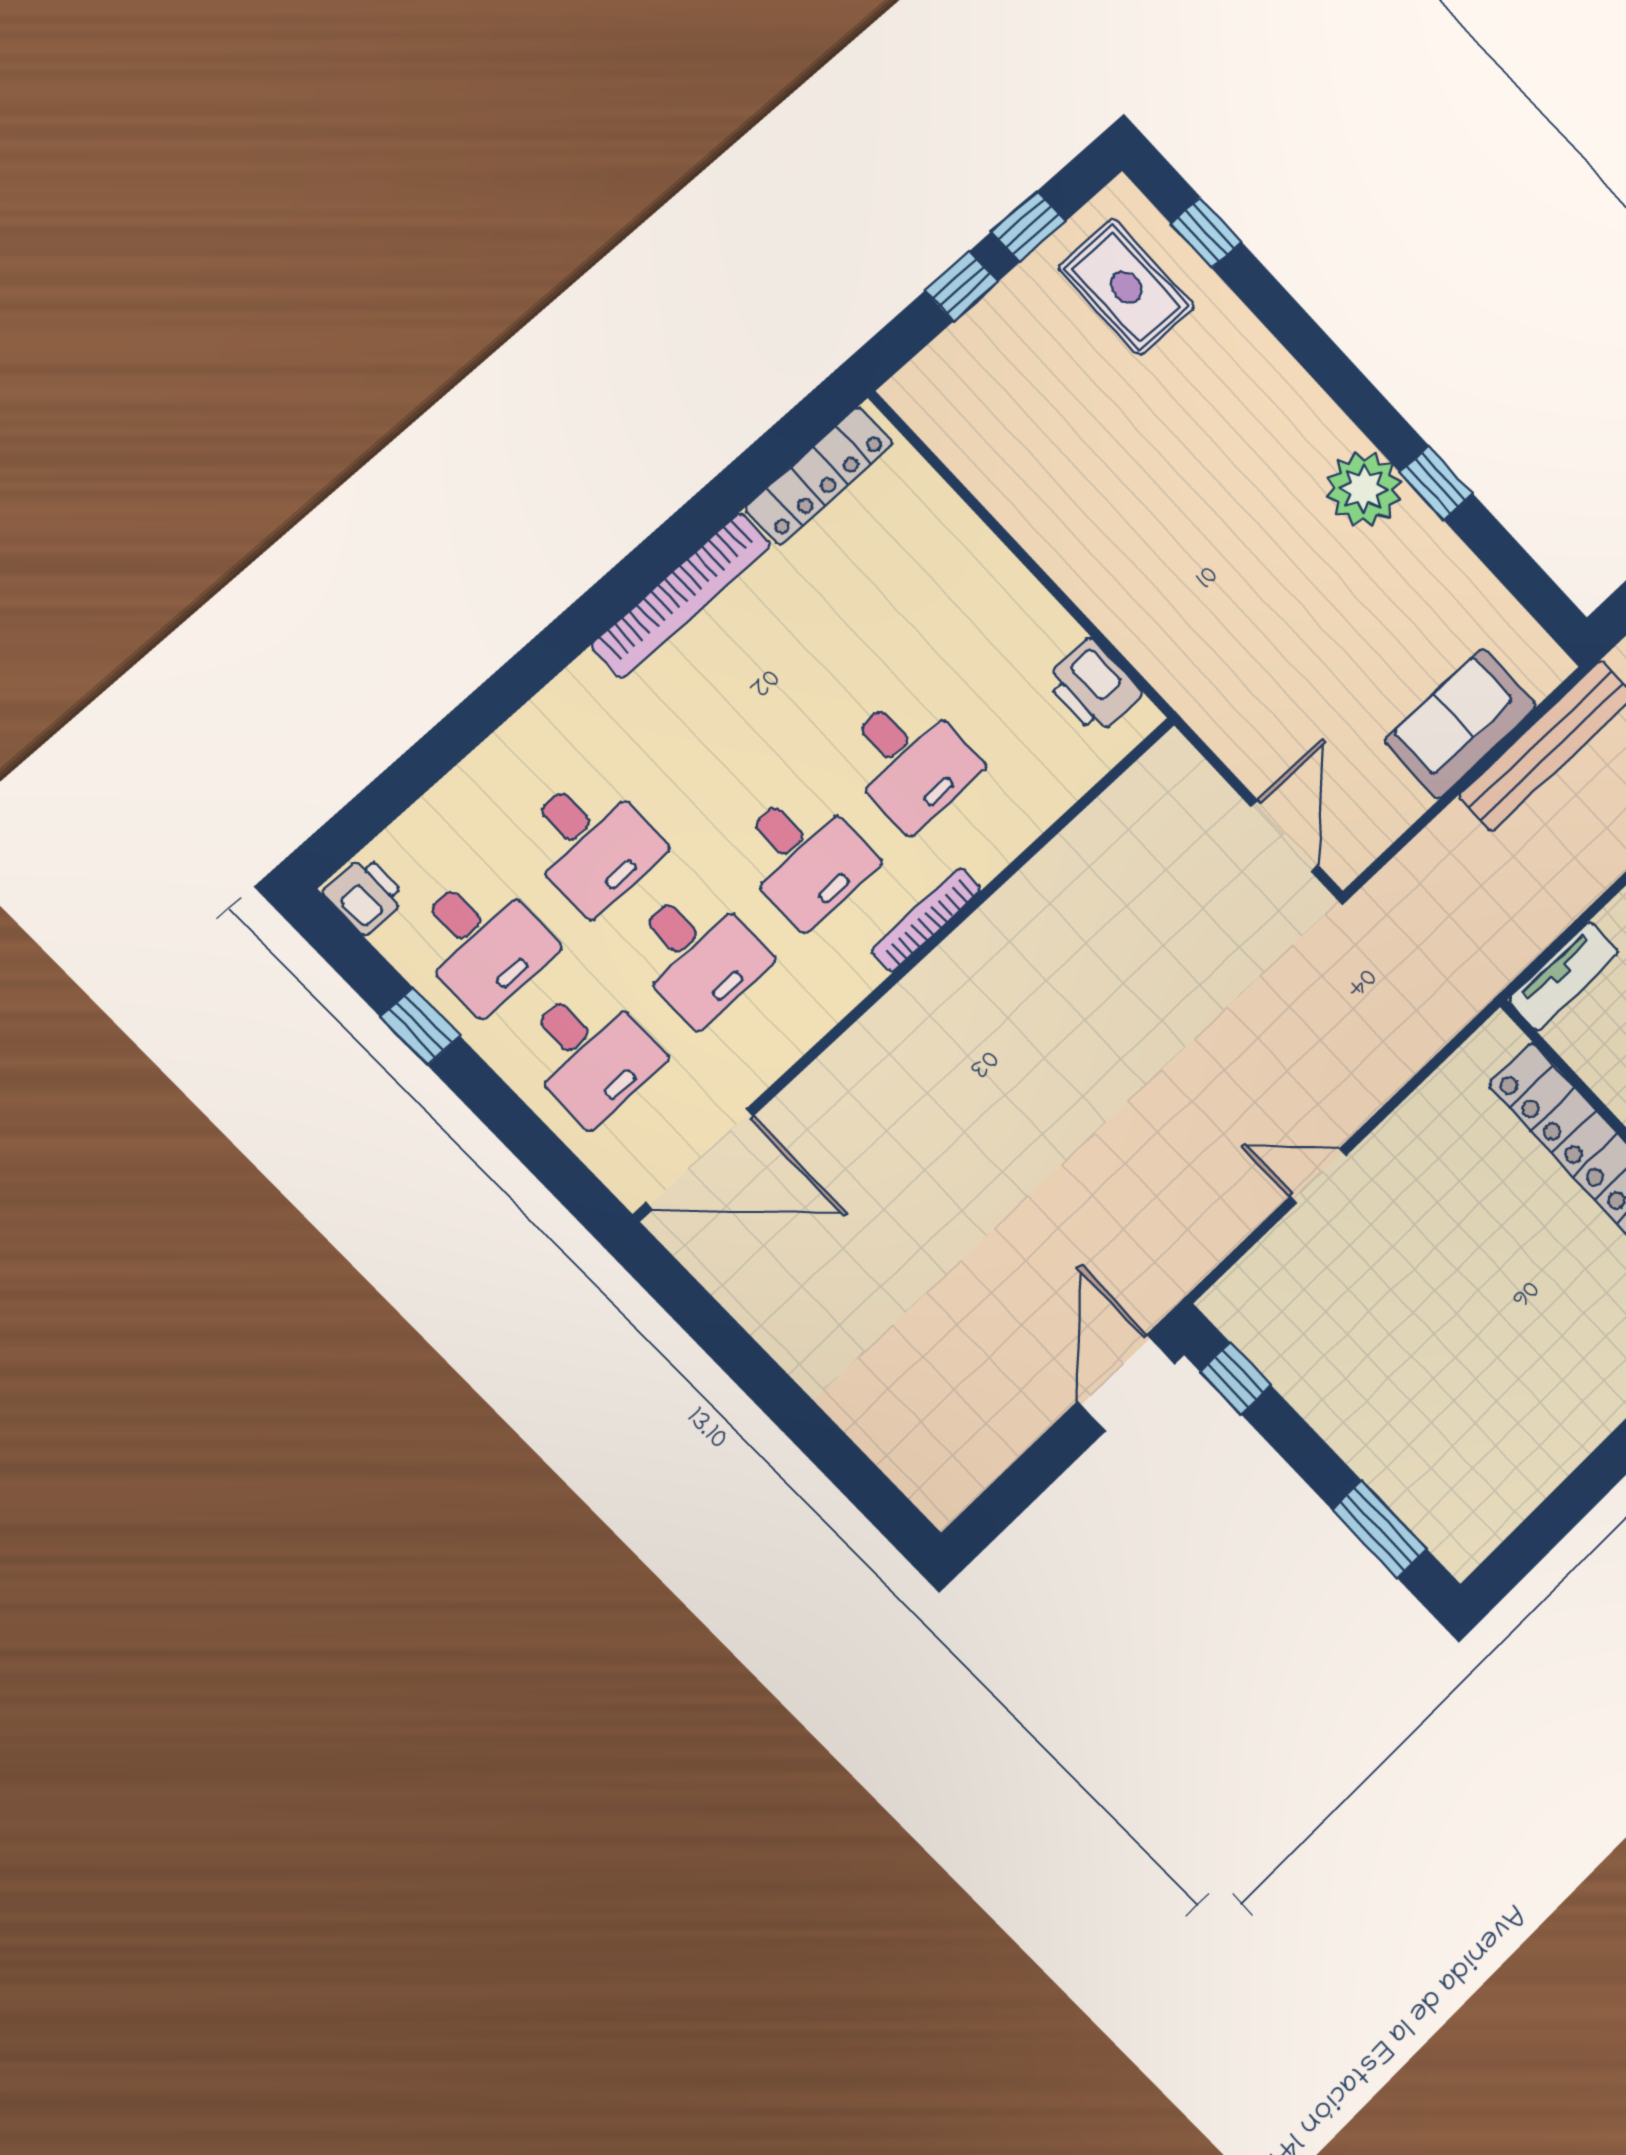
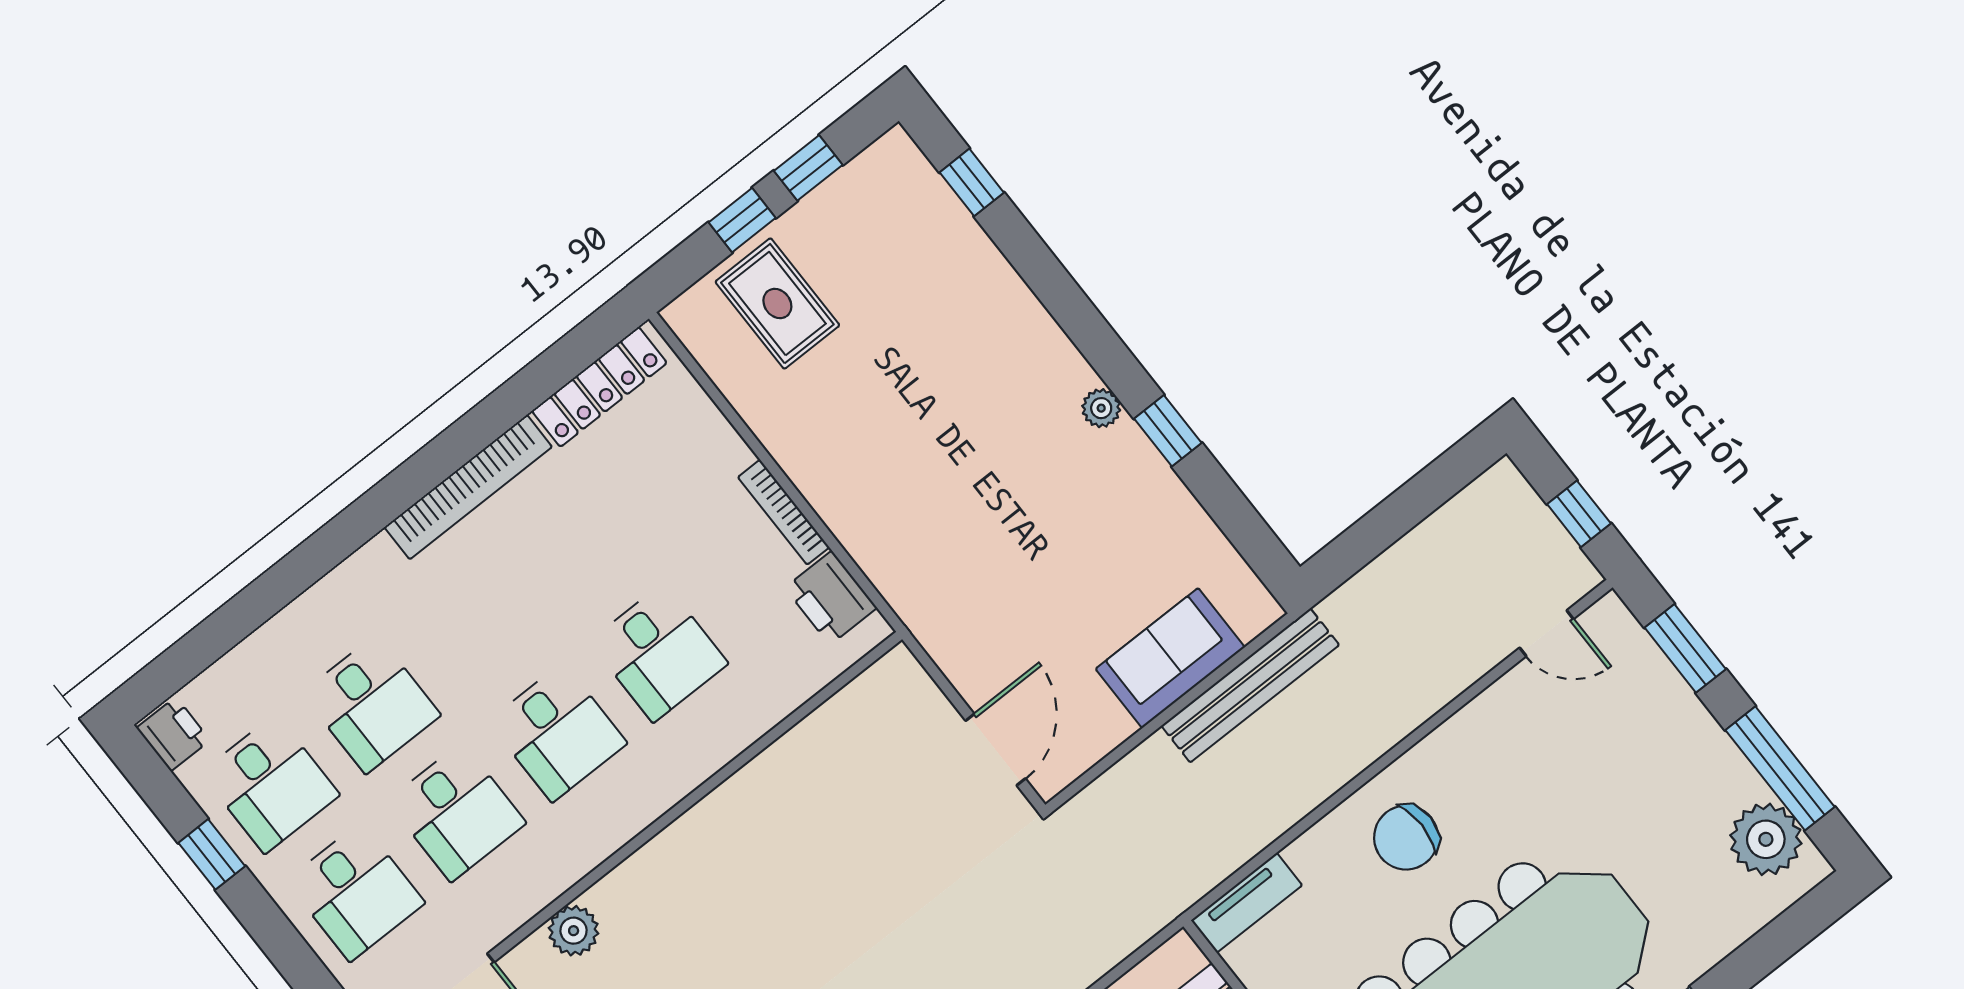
rug: (1126, 287) -> (777, 304), moved
plant: (1364, 489) -> (1101, 408), width x0.53, depth x0.53
bookcase: (926, 920) -> (784, 512), moved, turned -90
plant: (840, 1074) -> (574, 931), added

